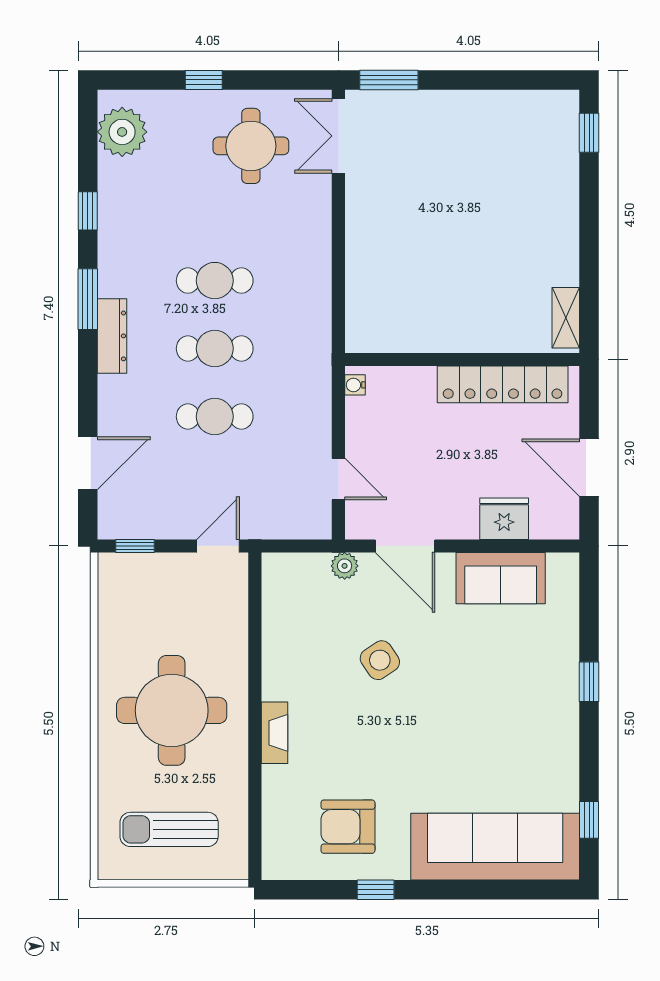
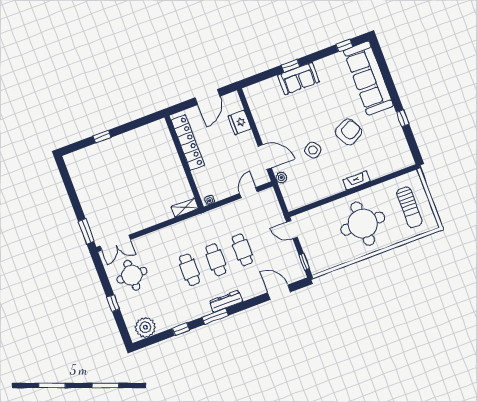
window: (589, 133) -> (102, 137), moved
shelving: (566, 318) -> (185, 208), moved
door: (405, 546) -> (265, 157), hinge flipped
sofa: (501, 578) -> (299, 78), moved, turned 90
armchair: (348, 827) -> (349, 132), moved, turned -116

